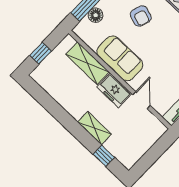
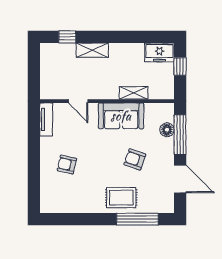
shelving: (87, 63) -> (134, 93), width x0.67, depth x0.75
freezer: (114, 90) -> (159, 52), moved, turned 180

